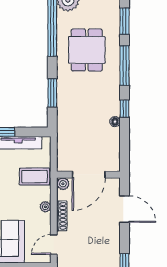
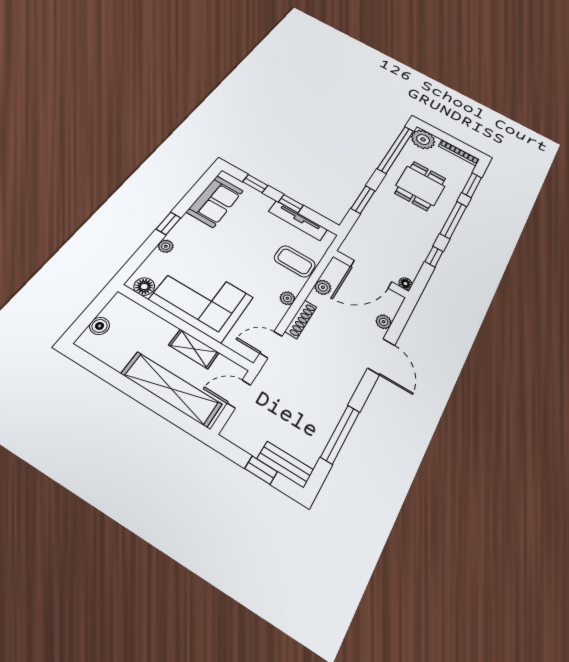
floor lamp: (115, 122) -> (405, 284), moved
wall: (88, 175) -> (371, 274), moved
door: (89, 175) -> (371, 274), moved
plant: (114, 183) -> (384, 322), added

